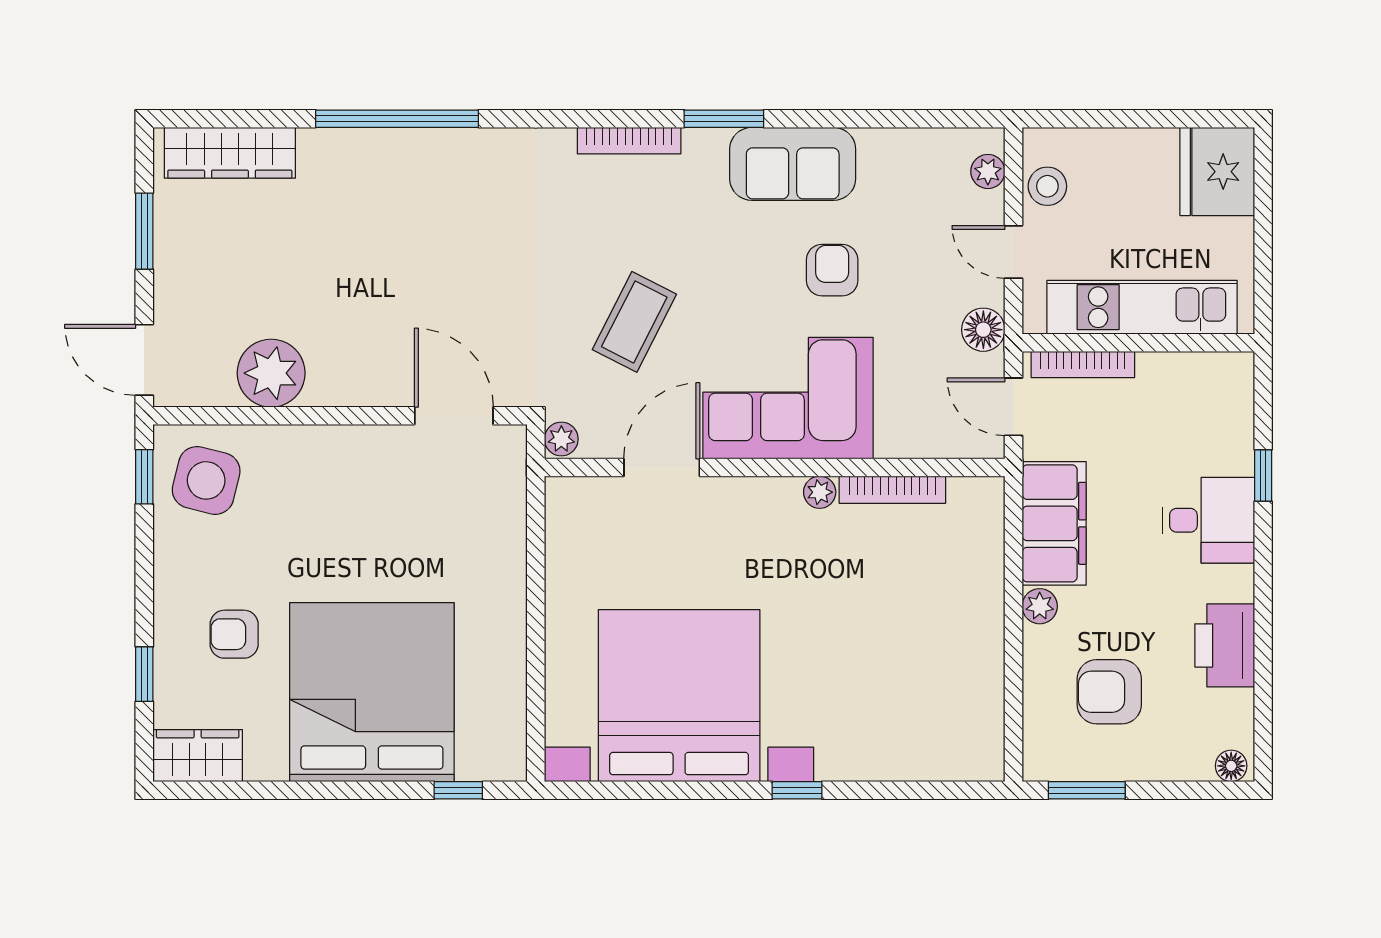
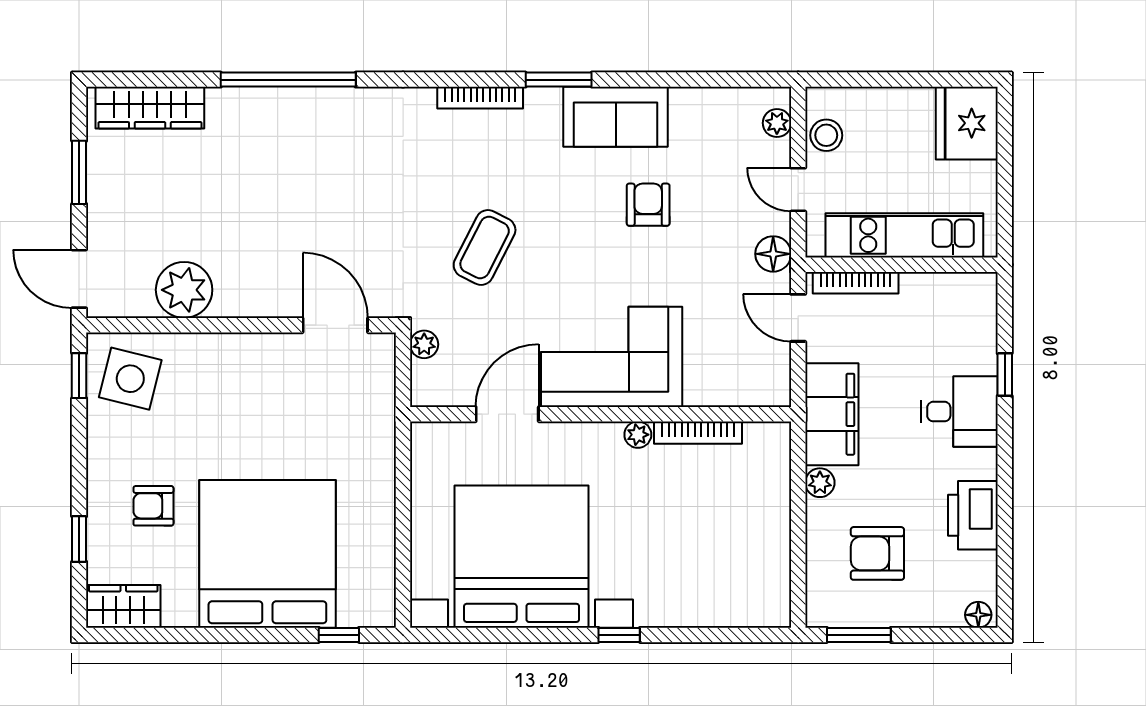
corner sofa: (788, 398) -> (612, 357), moved
door: (662, 467) -> (507, 414), moved
wall: (775, 467) -> (601, 414), moved
bookcase: (892, 490) -> (698, 433), moved
plant: (820, 492) -> (638, 435), moved

